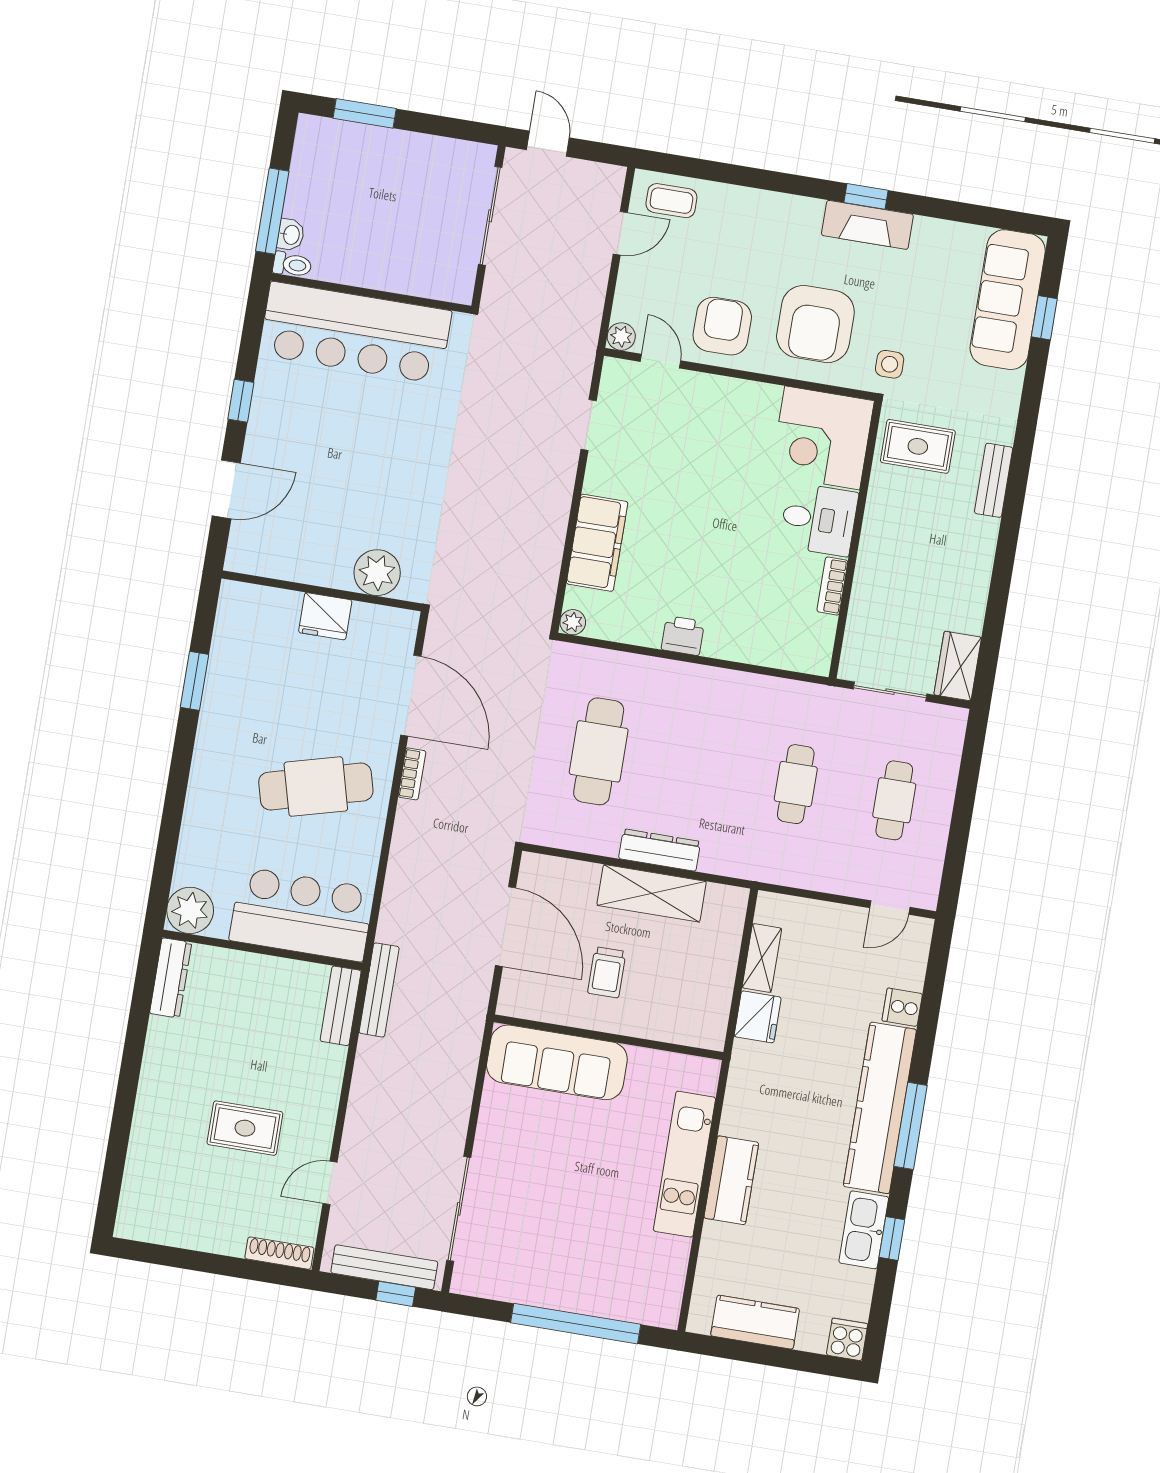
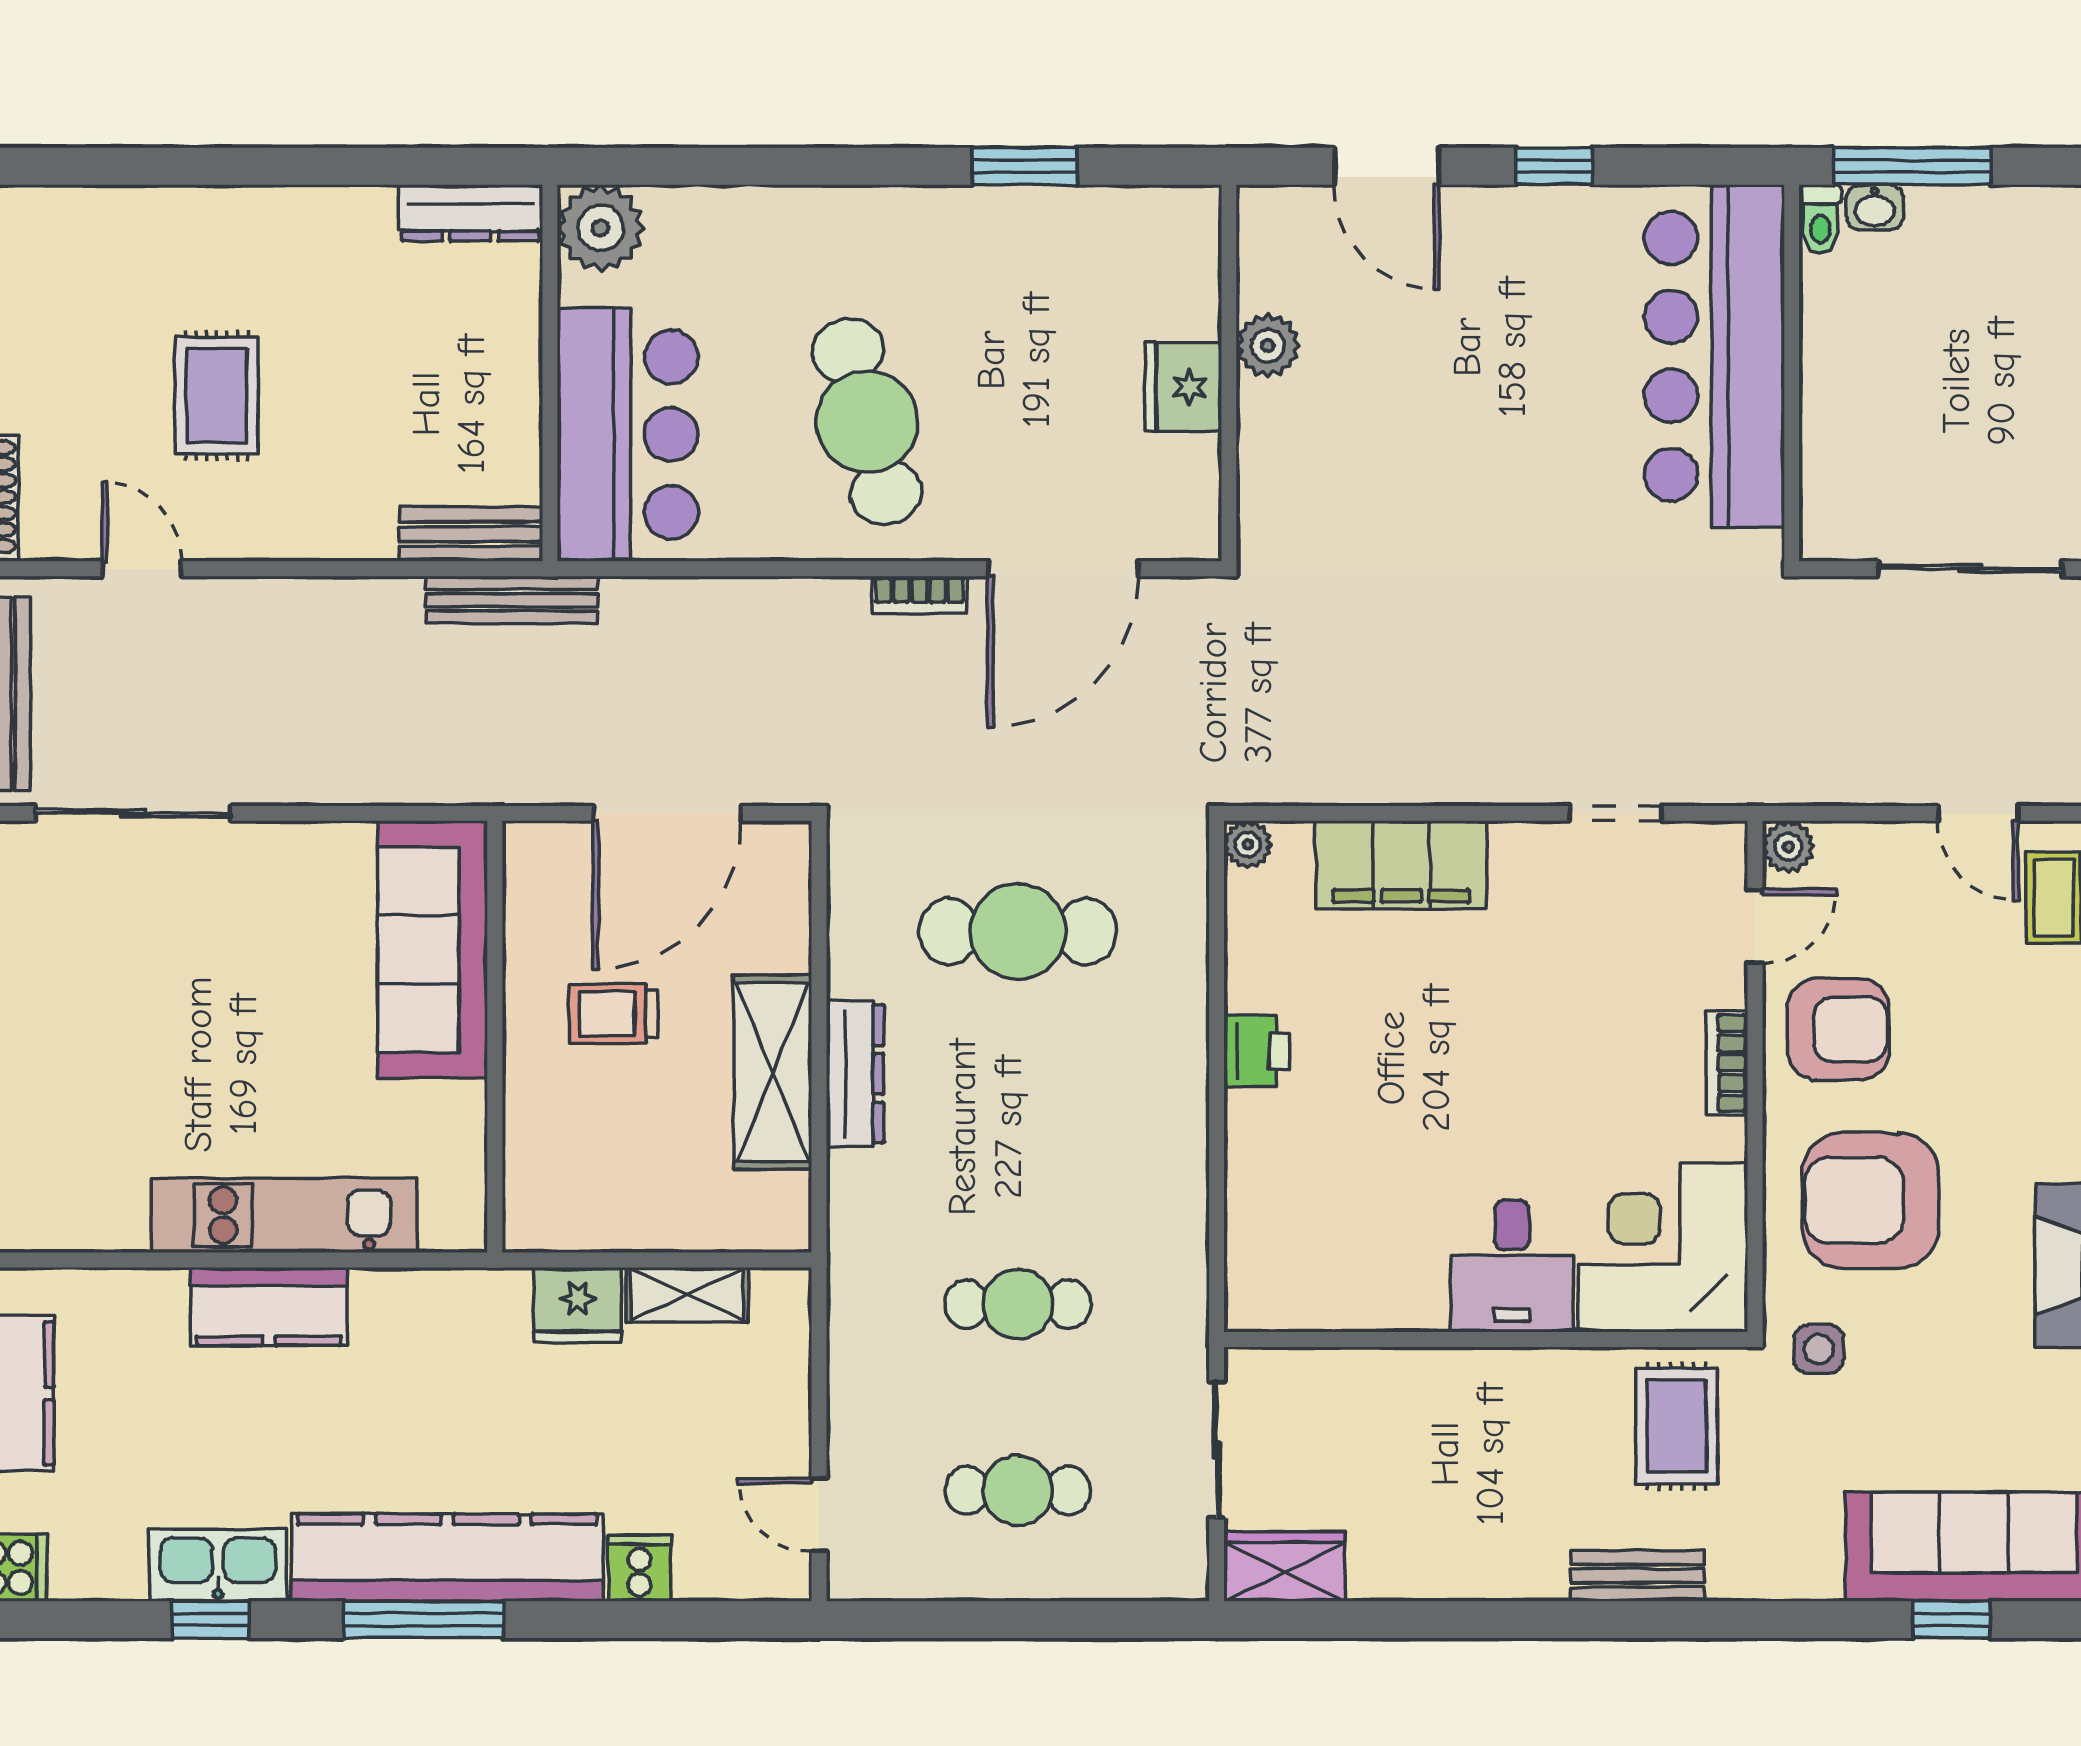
plant: (377, 573) -> (1268, 346), moved, width x0.73, depth x0.73
bookcase: (832, 586) -> (1727, 1063), moved, turned -90

